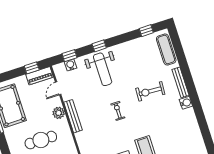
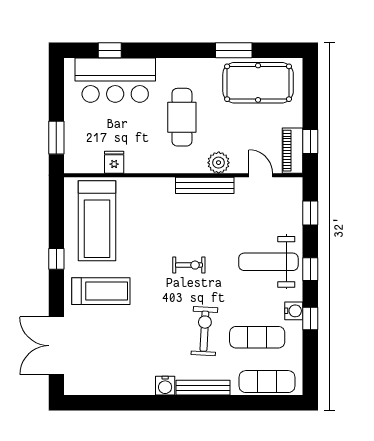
window: (146, 31) -> (310, 318), moved
exercise mat: (144, 62) -> (257, 337), added
water cooler: (71, 65) -> (294, 311), moved

